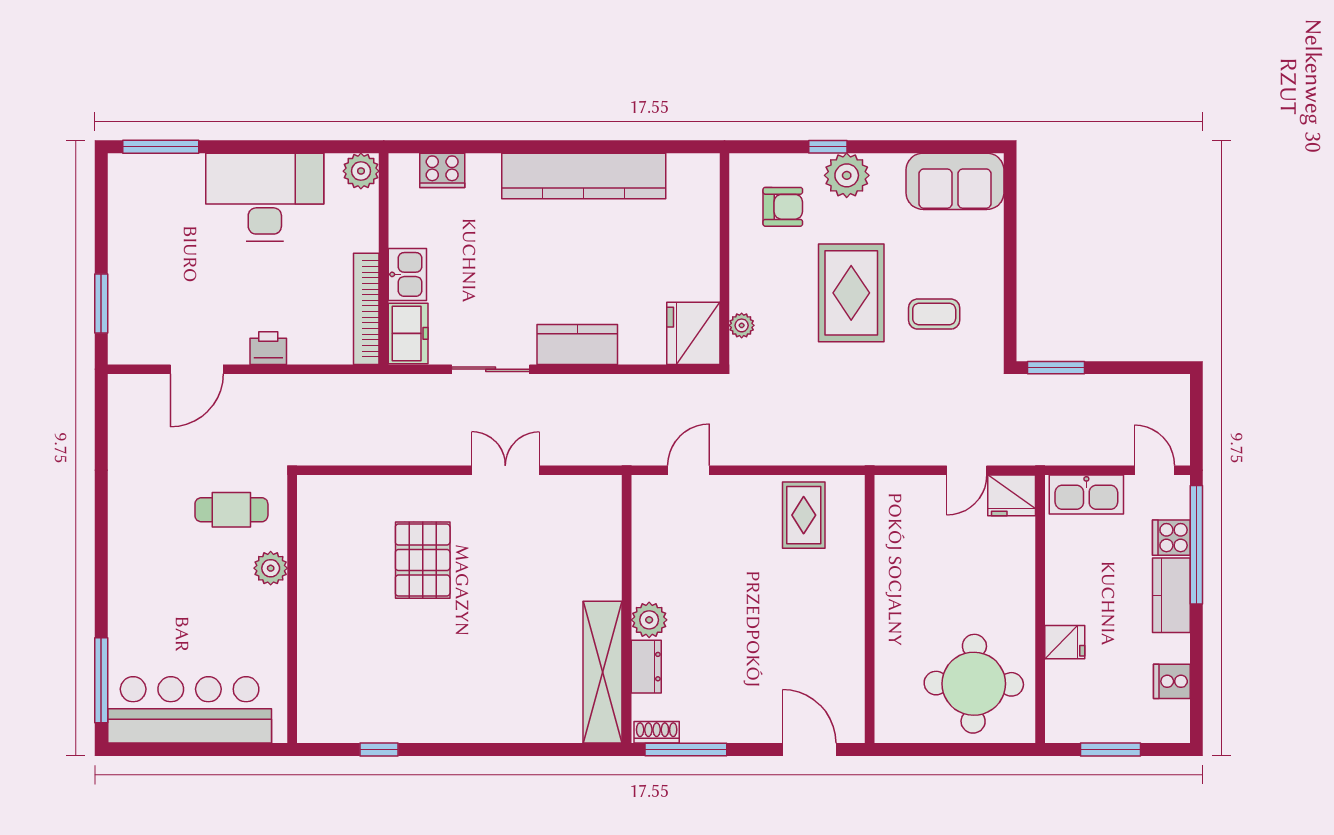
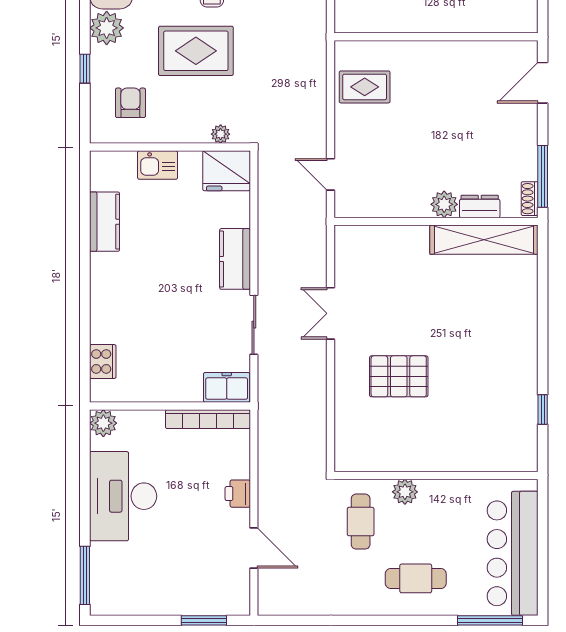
plant: (847, 175) -> (107, 28), moved
kitchen counter: (584, 176) -> (105, 222), width x0.48, depth x0.86
kitchen sink: (407, 274) -> (158, 165), moved, turned 180
cafe table: (156, 582) -> (416, 578), added

